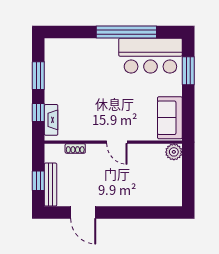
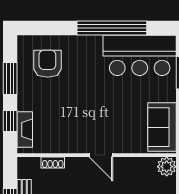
armchair: (71, 63) -> (47, 64), added

